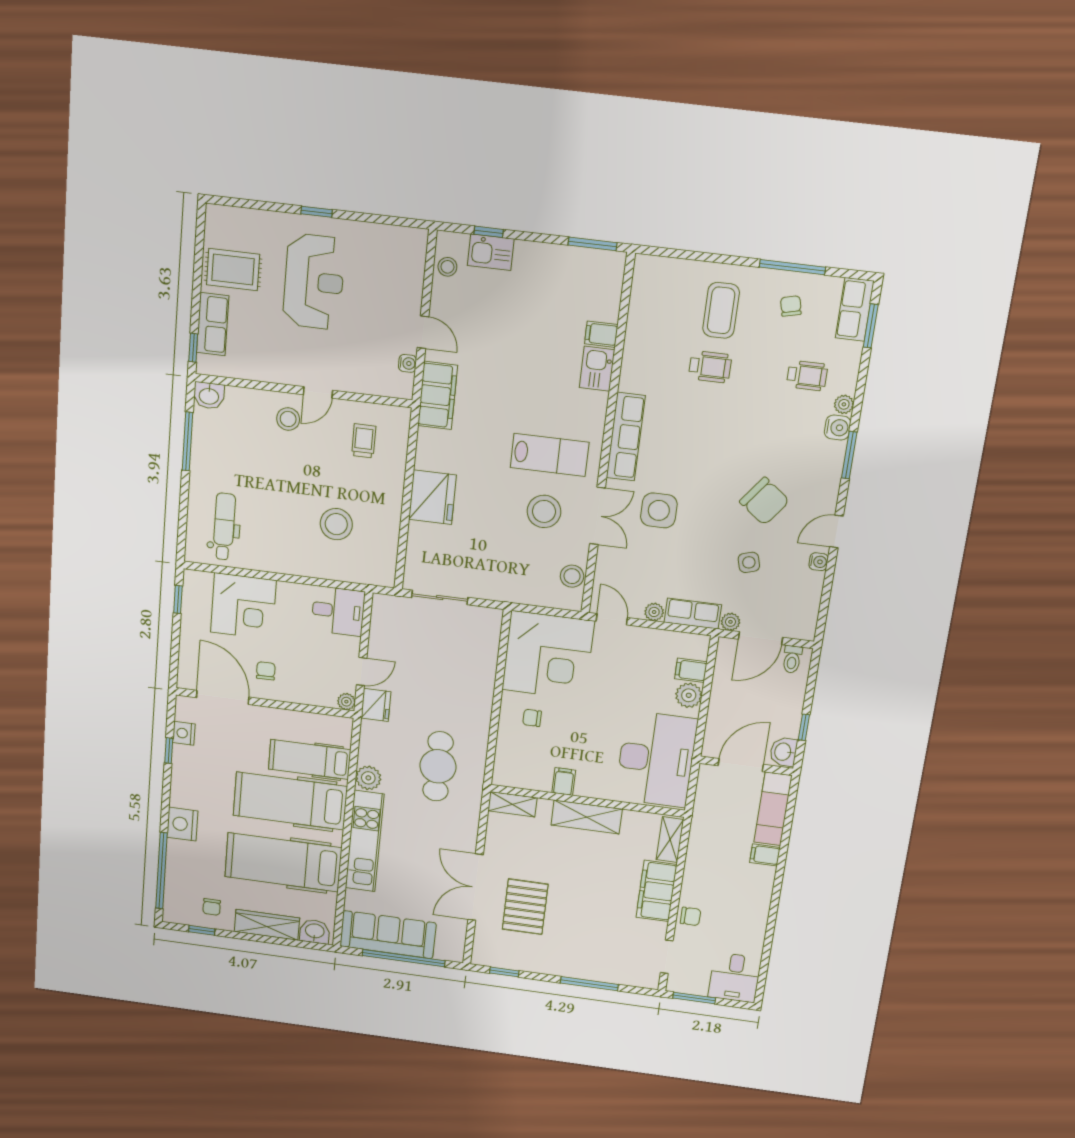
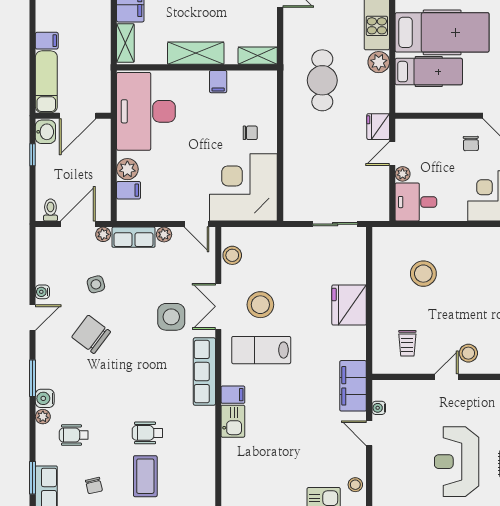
filing cabinet: (601, 334) -> (233, 395), moved
plant: (346, 702) -> (403, 174), moved

